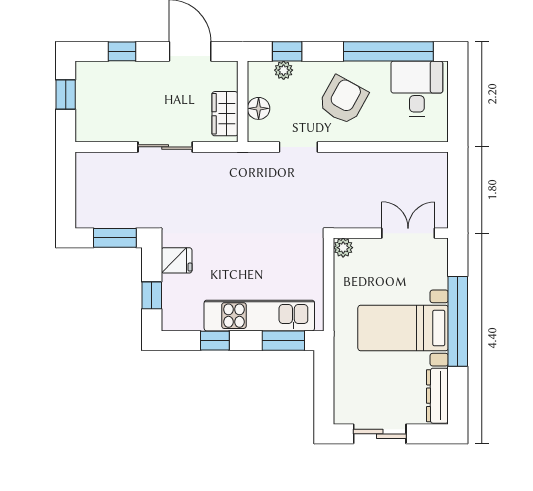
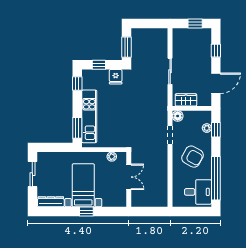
floor lamp: (259, 108) -> (178, 116), moved
double door: (408, 233) -> (129, 177), moved
plant: (343, 248) -> (112, 157), moved
window: (458, 321) -> (86, 212), width x0.32
window: (215, 341) -> (77, 84), moved

